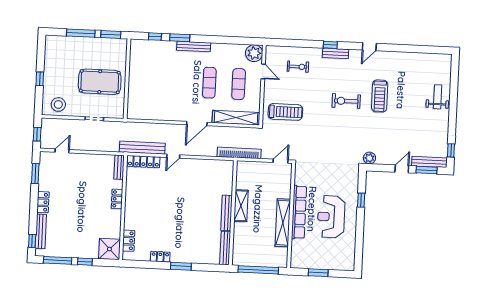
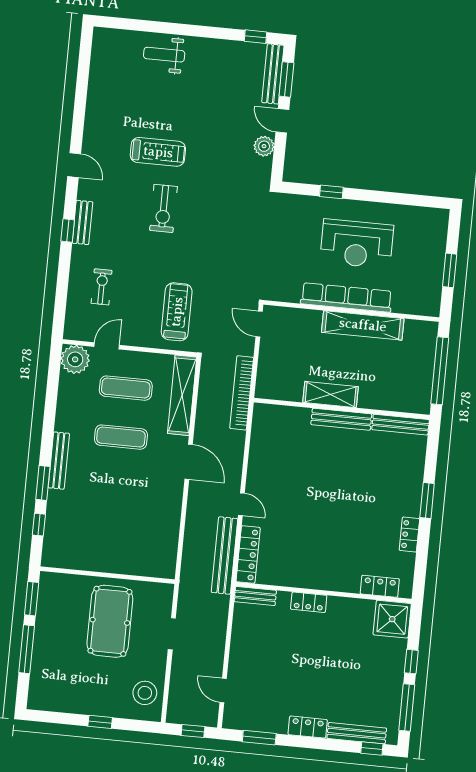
plant: (369, 158) -> (264, 146), moved

